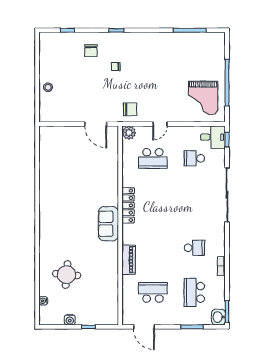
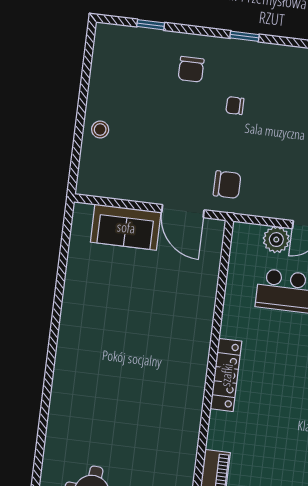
chair: (130, 109) -> (227, 185), moved
plant: (129, 133) -> (276, 240), moved
sofa: (108, 224) -> (126, 227), moved, turned -90

